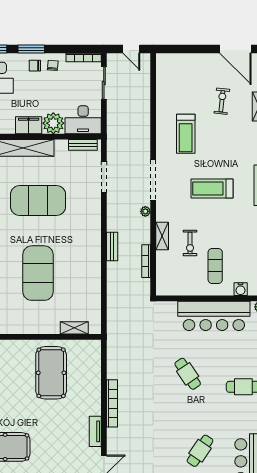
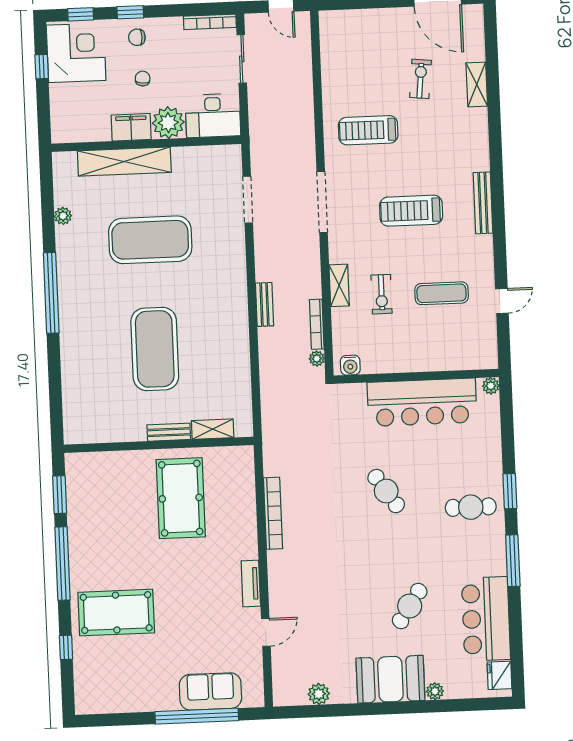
window: (31, 49) -> (130, 12), width x0.67
chair: (53, 65) -> (143, 78), moved
treadmill: (186, 134) -> (368, 130), turned 90
bench: (83, 145) -> (169, 432), moved
plant: (145, 211) -> (317, 359), moved
exercise mat: (215, 266) -> (442, 293), moved, turned 90
water cooler: (241, 289) -> (350, 365), moved
bookcase: (112, 403) -> (273, 513), moved

